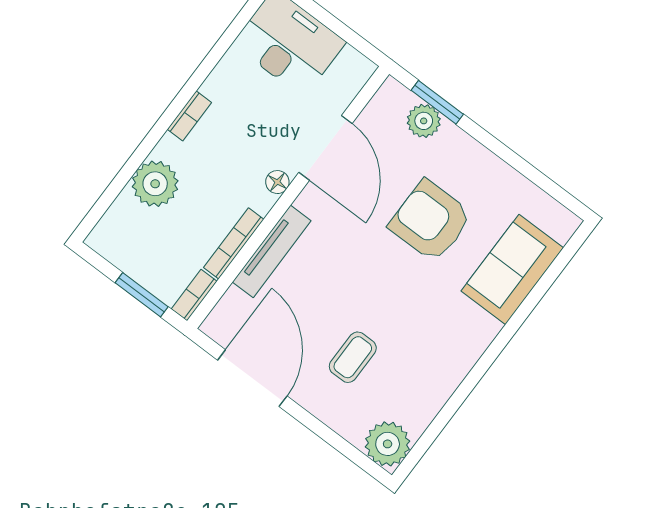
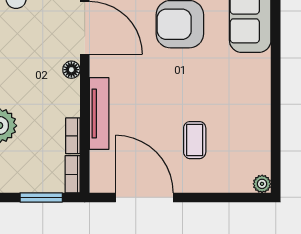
bookcase: (234, 243) -> (73, 136), width x0.64
plant: (388, 444) -> (262, 184), width x0.53, depth x0.53

